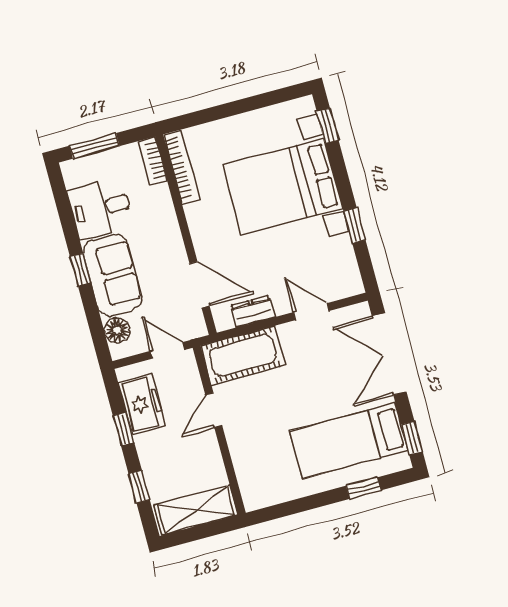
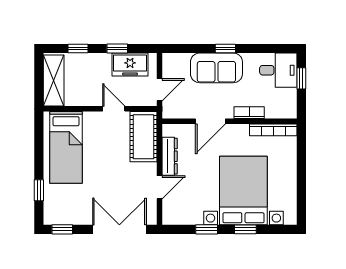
window: (328, 126) -> (245, 229), moved
window: (95, 146) -> (301, 78), width x0.67
bookcase: (152, 161) -> (249, 113), moved
desk: (100, 208) -> (278, 70), moved, turned 90
door: (200, 285) -> (210, 121), moved
dresser: (253, 311) -> (170, 156), width x1.44
floor lamp: (117, 330) -> (181, 61), removed
bed: (349, 441) -> (66, 147), moved, turned 180

